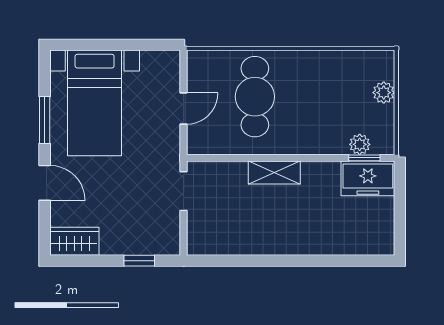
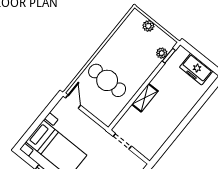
door: (184, 108) -> (73, 102), moved
freezer: (368, 178) -> (196, 69), moved, turned 90

